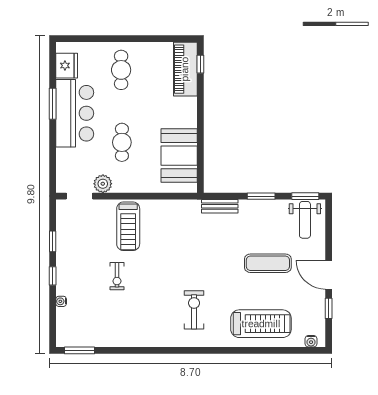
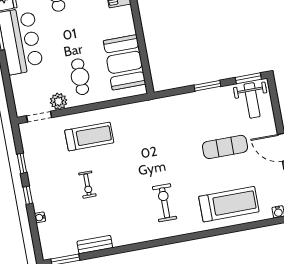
cafe table: (122, 142) -> (80, 77), moved
bench: (220, 206) -> (95, 245), moved
treadmill: (128, 226) -> (89, 136), turned -90

